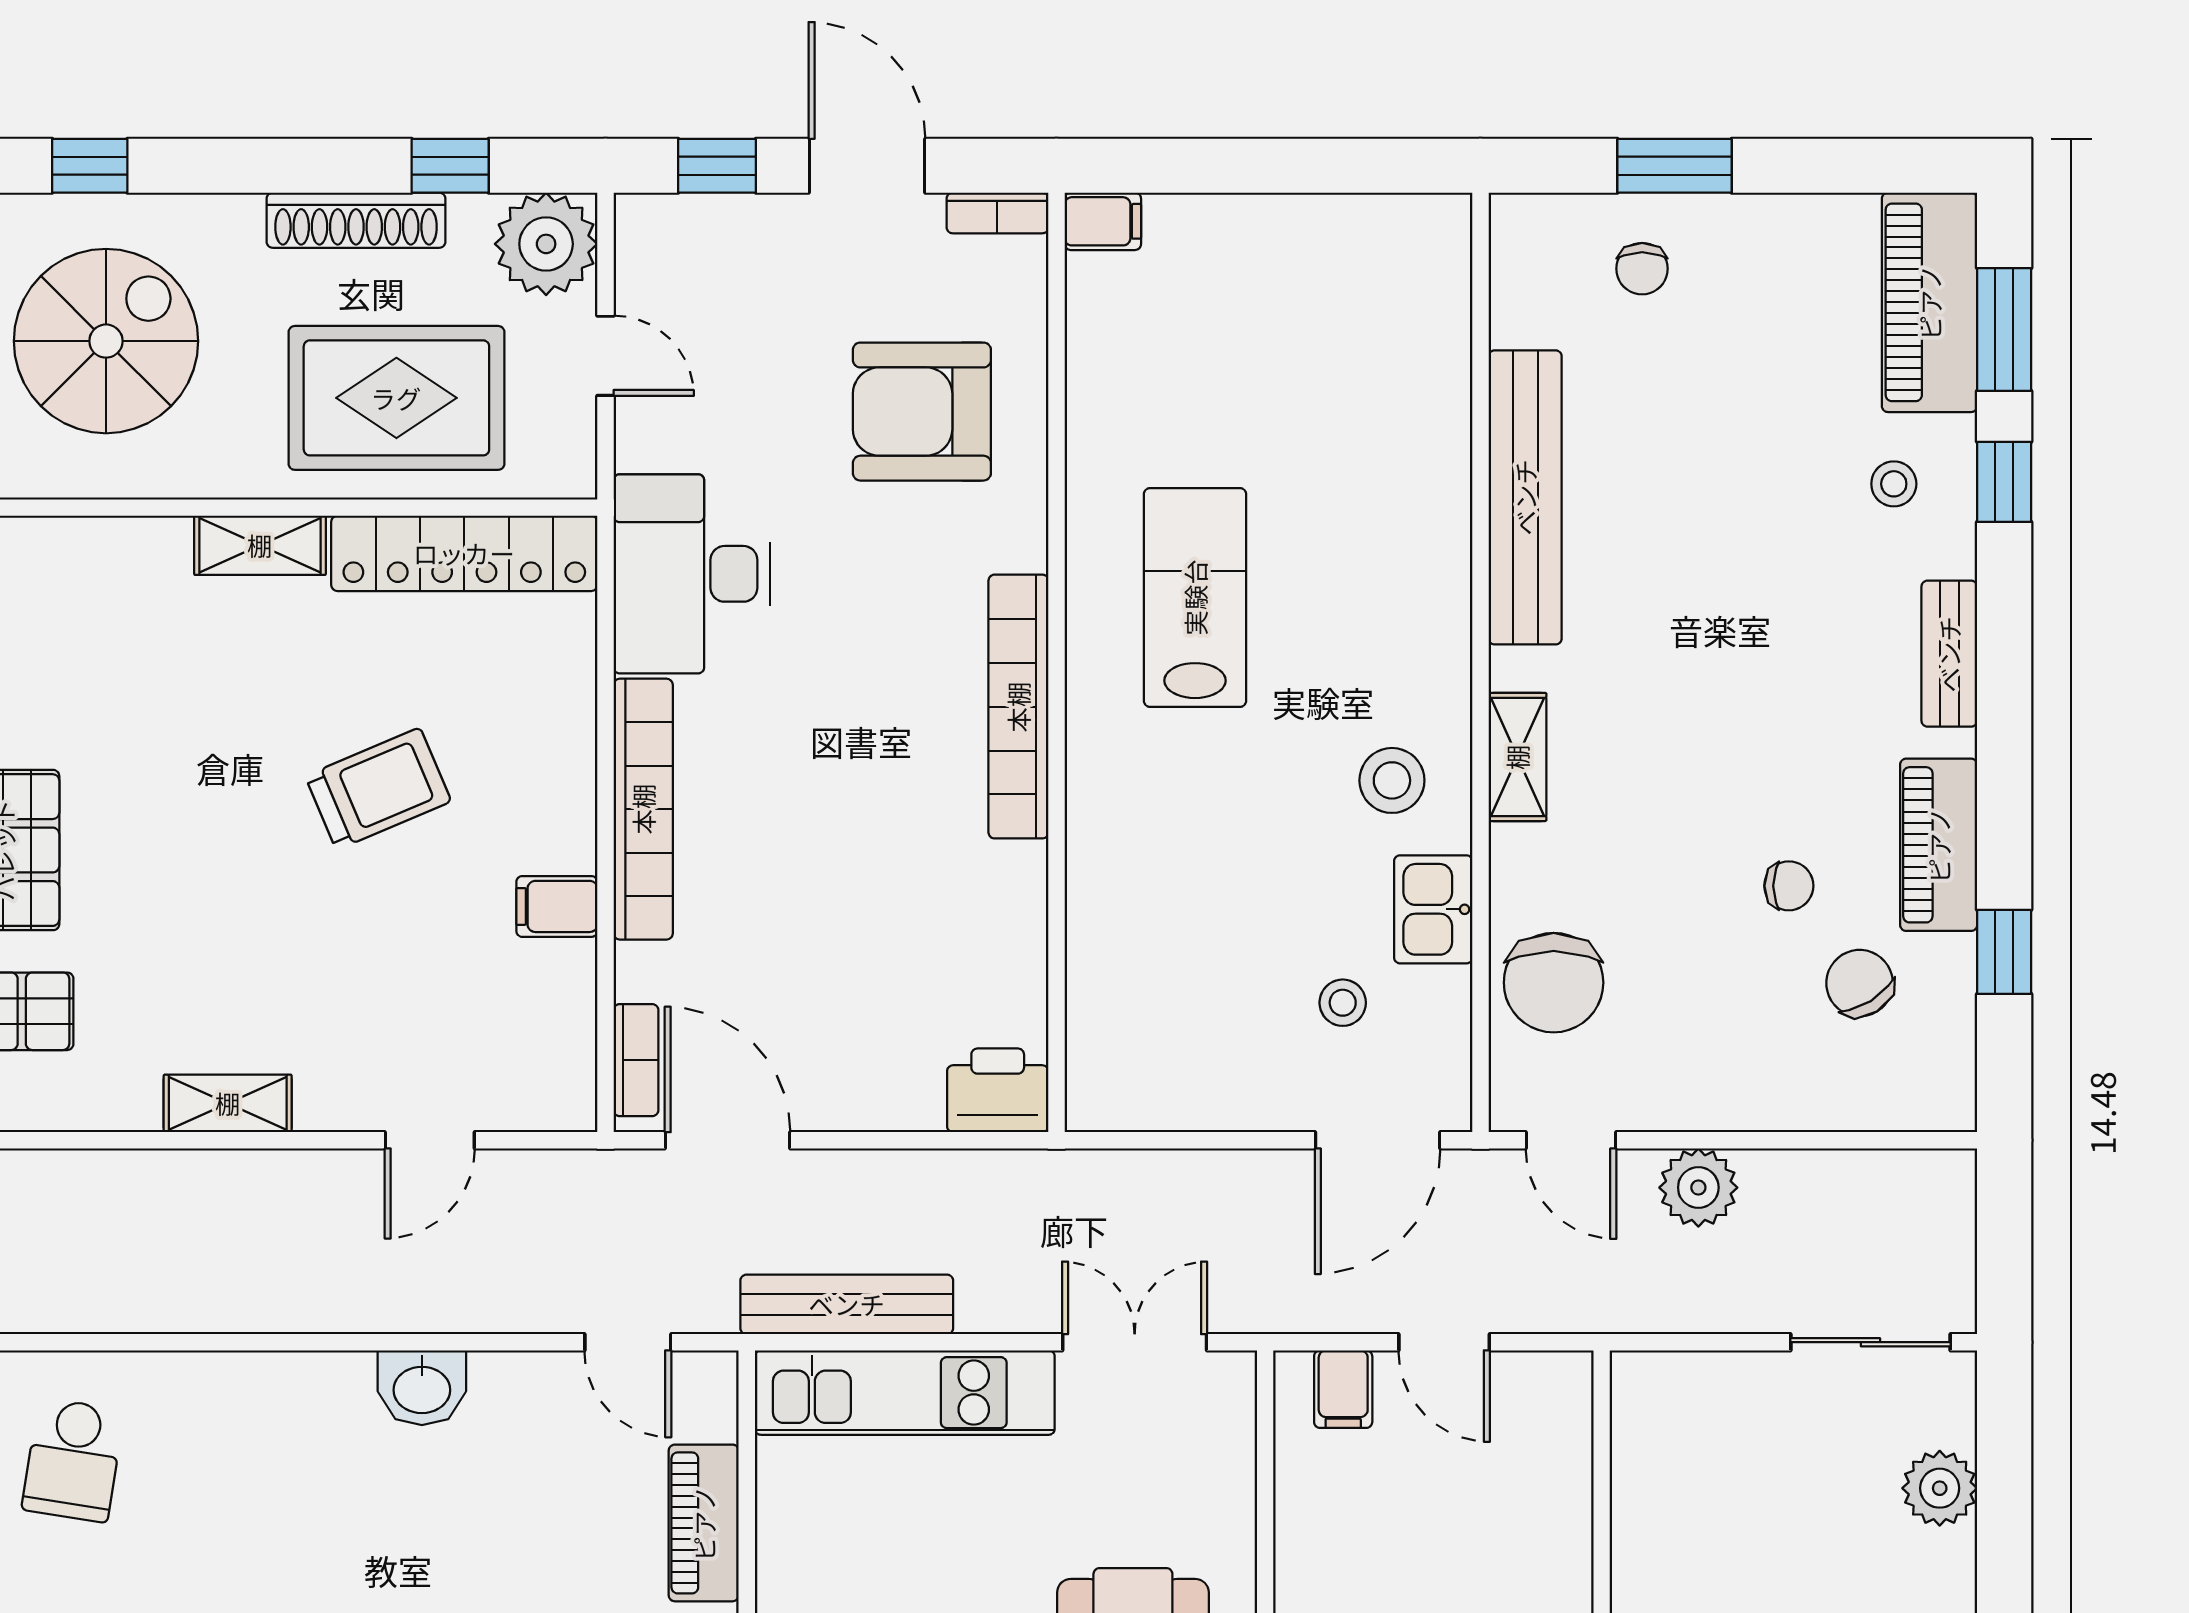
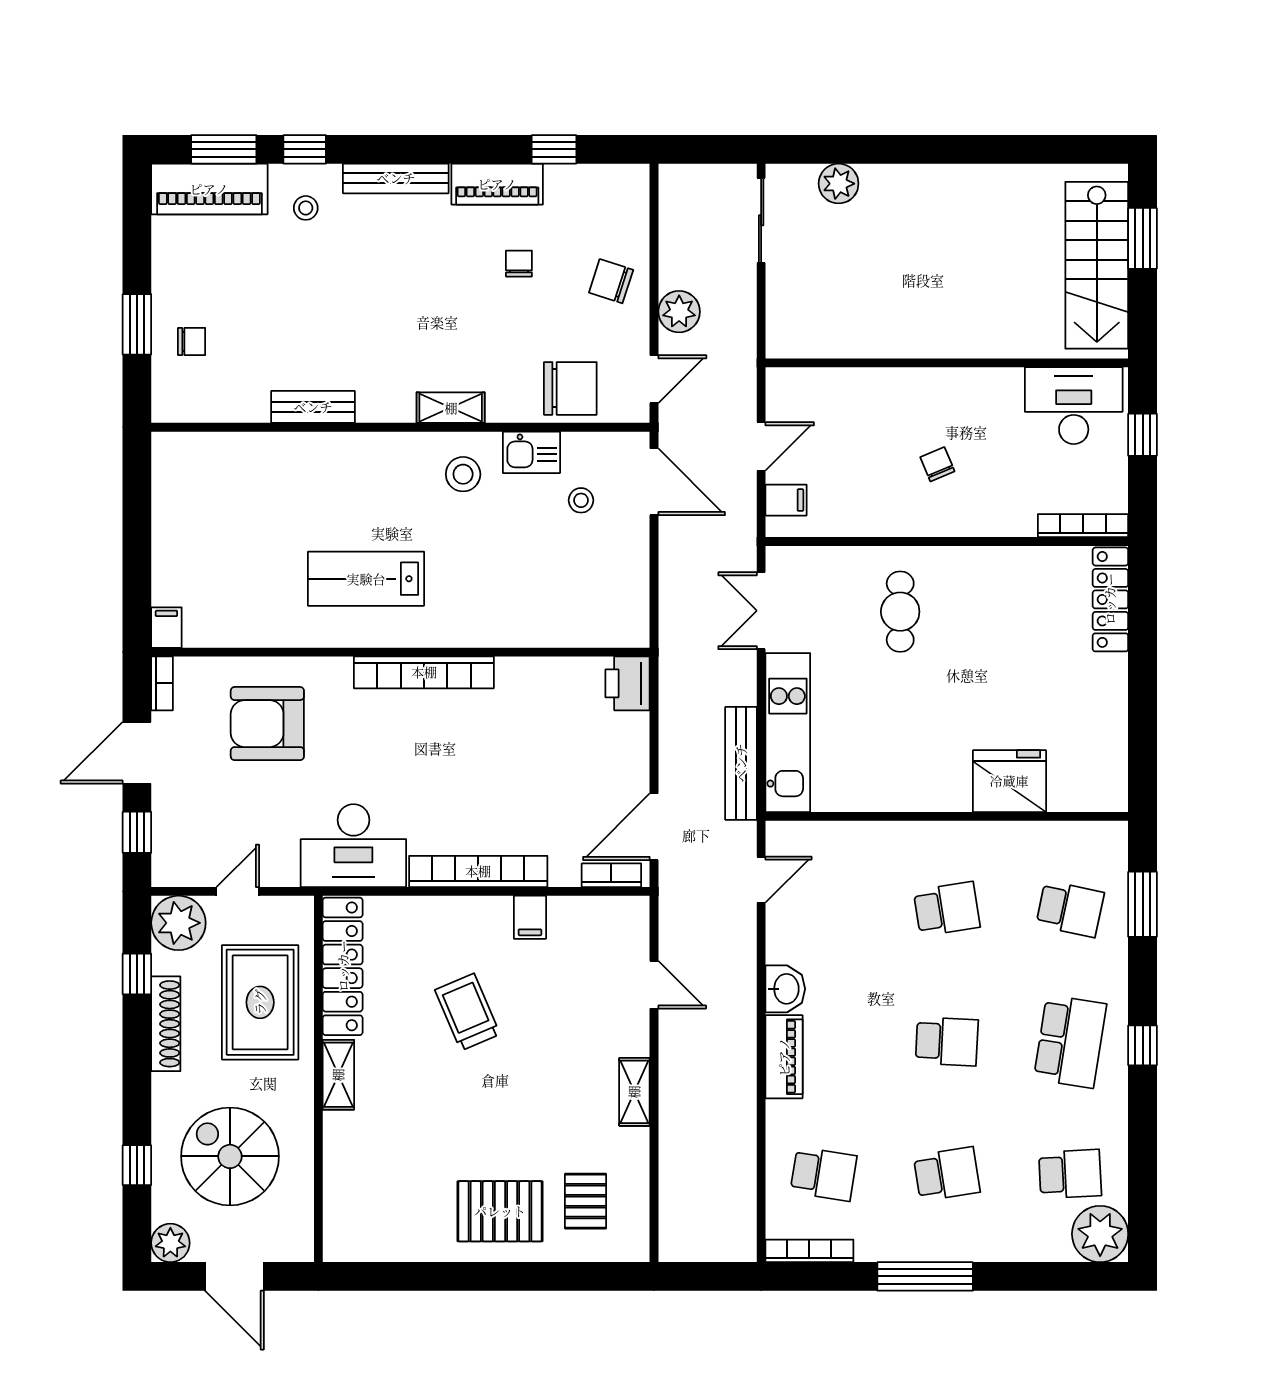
armchair: (922, 412) -> (267, 724), turned 90
bench: (1525, 497) -> (313, 407), width x0.54, depth x0.82
bench: (1949, 654) -> (396, 178), width x1.36
chair: (1860, 983) -> (611, 281), moved, turned 50
piano: (704, 1523) -> (784, 1057), moved, turned -90

